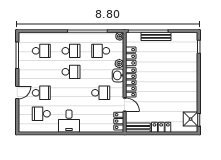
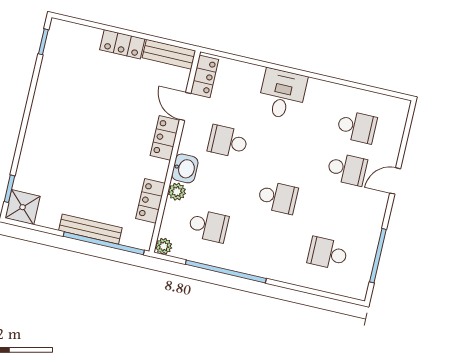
school desk: (71, 51) -> (268, 240), removed
school desk: (71, 72) -> (278, 197), turned 180
locker: (131, 82) -> (165, 138), width x0.66
school desk: (41, 93) -> (347, 169), turned 180
shower: (191, 119) -> (23, 207), moved
desk: (69, 121) -> (282, 94), moved

